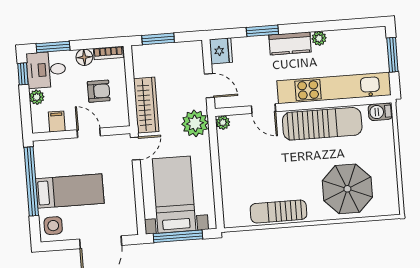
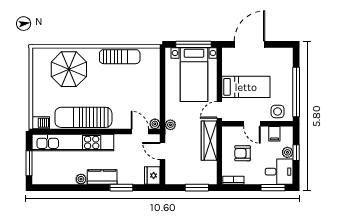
floor lamp: (84, 57) -> (251, 178), removed
window: (23, 74) -> (296, 153), moved
door: (263, 109) -> (140, 132), moved
plant: (195, 123) -> (170, 125), width x0.53, depth x0.53
bed: (70, 191) -> (246, 87), moved, turned 180
side table: (53, 226) -> (278, 111), moved

